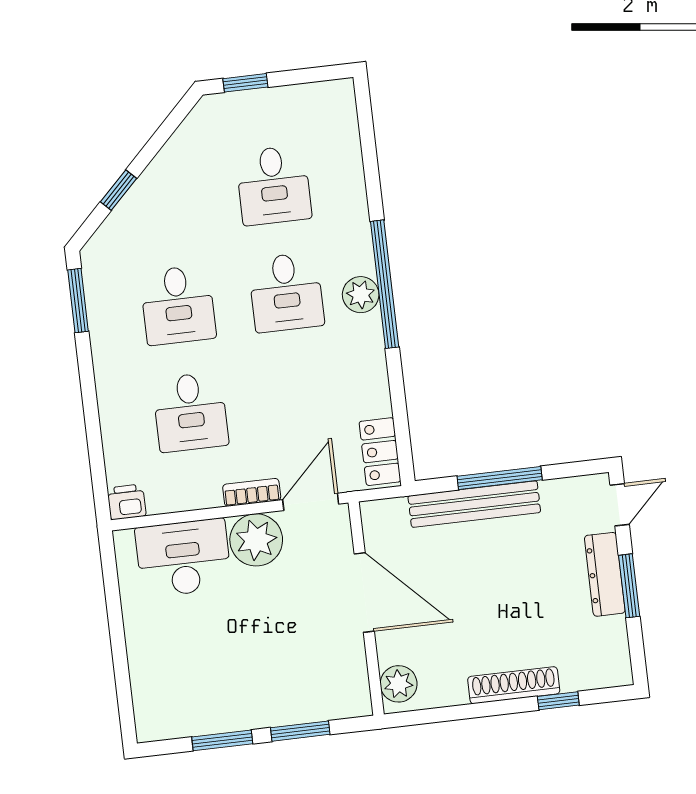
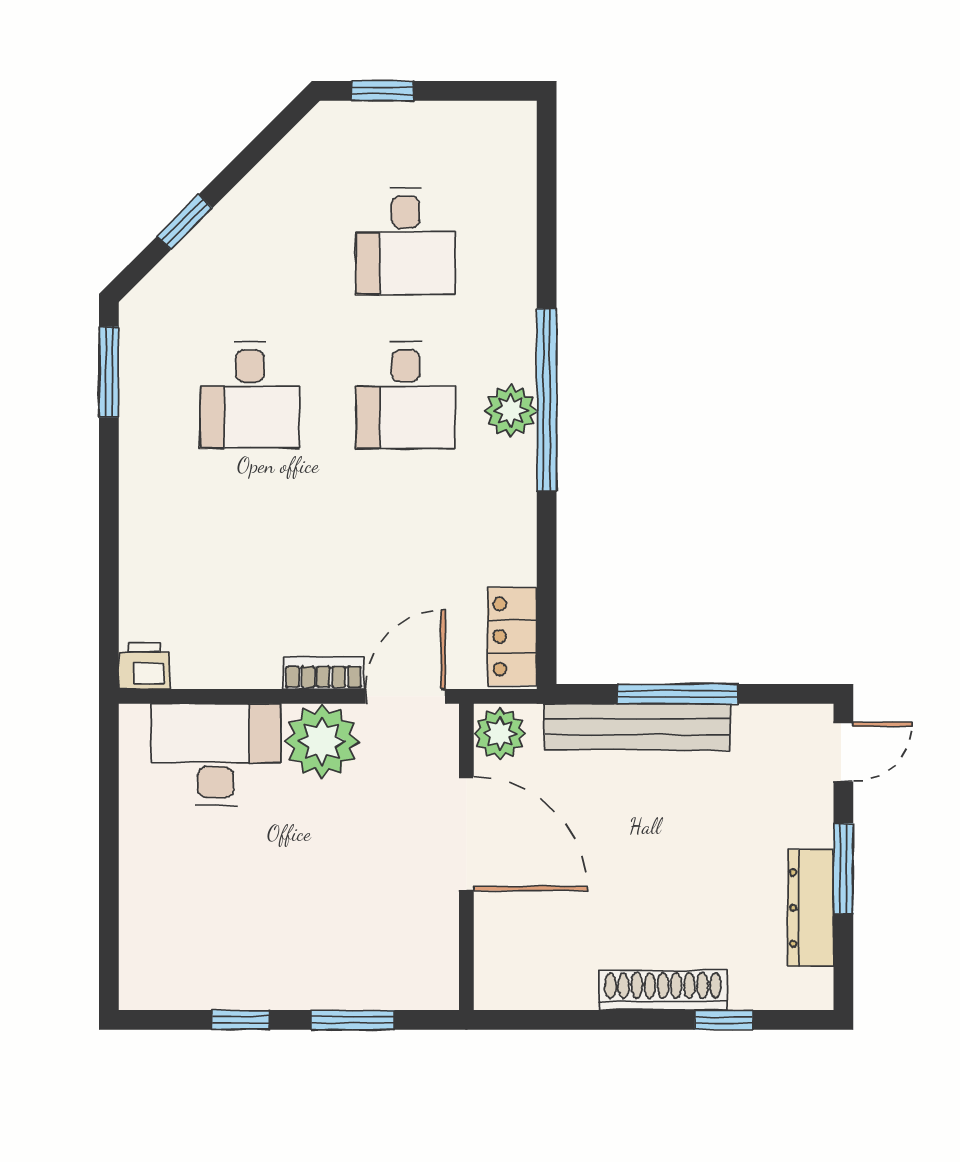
desk: (190, 412) -> (250, 549), removed
dresser: (605, 574) -> (811, 908), moved
plant: (399, 684) -> (500, 734), moved
window: (222, 740) -> (240, 1020), width x0.67

